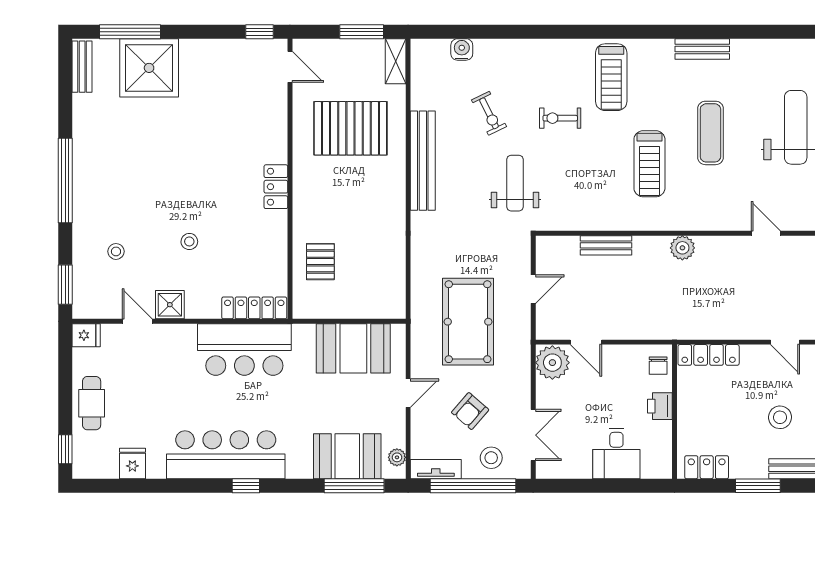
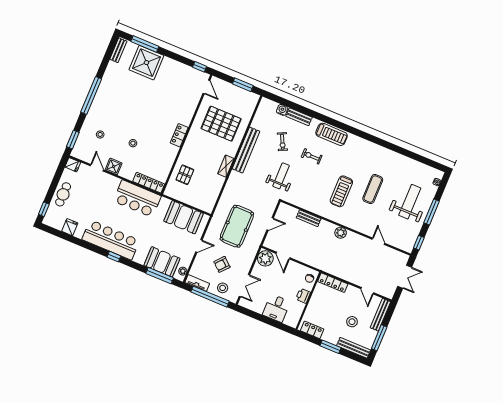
bench: (702, 49) -> (299, 117), moved
shelving: (396, 61) -> (226, 166), moved
treadmill: (611, 77) -> (332, 134), moved, turned -90

